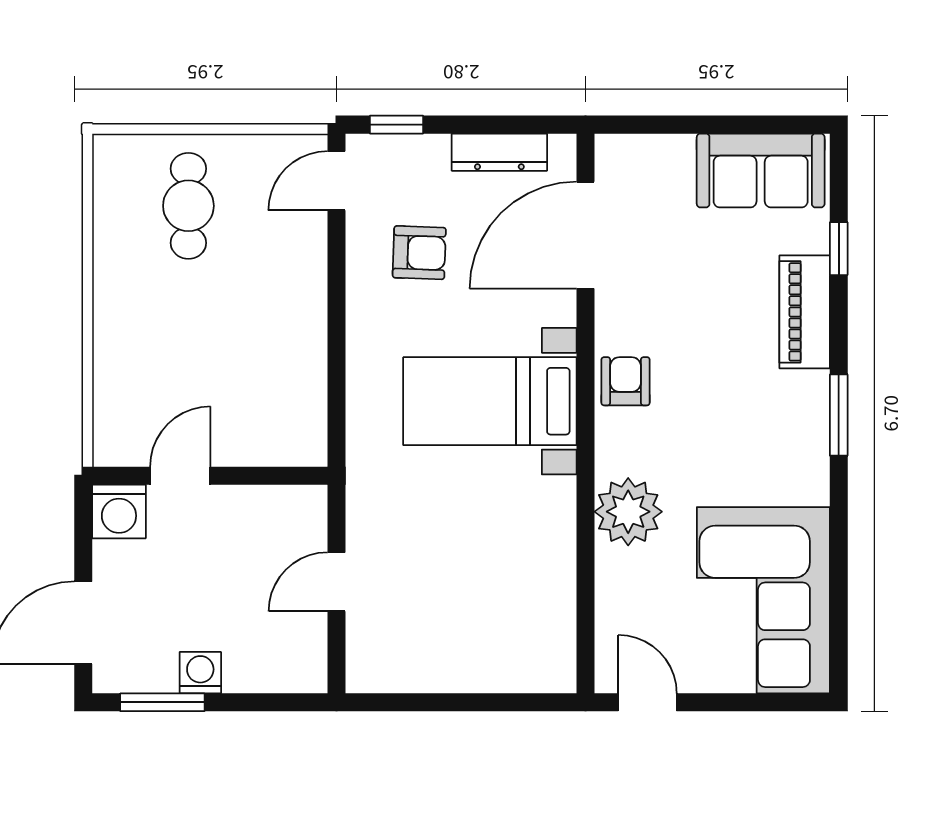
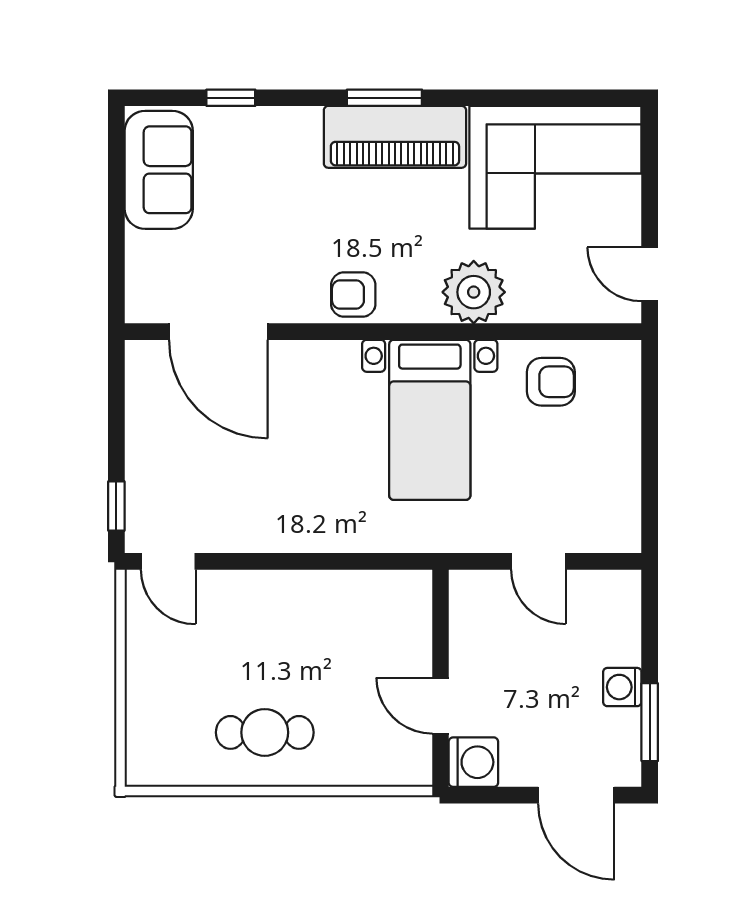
dresser: (499, 152) -> (142, 411), removed
cafe table: (188, 206) -> (265, 732), moved
armchair: (419, 253) -> (551, 382), moved, turned 88
piano: (805, 312) -> (395, 137), moved, width x1.37, depth x1.33
bed with nightstands: (490, 401) -> (430, 420), moved
door: (647, 702) -> (650, 274), hinge flipped

